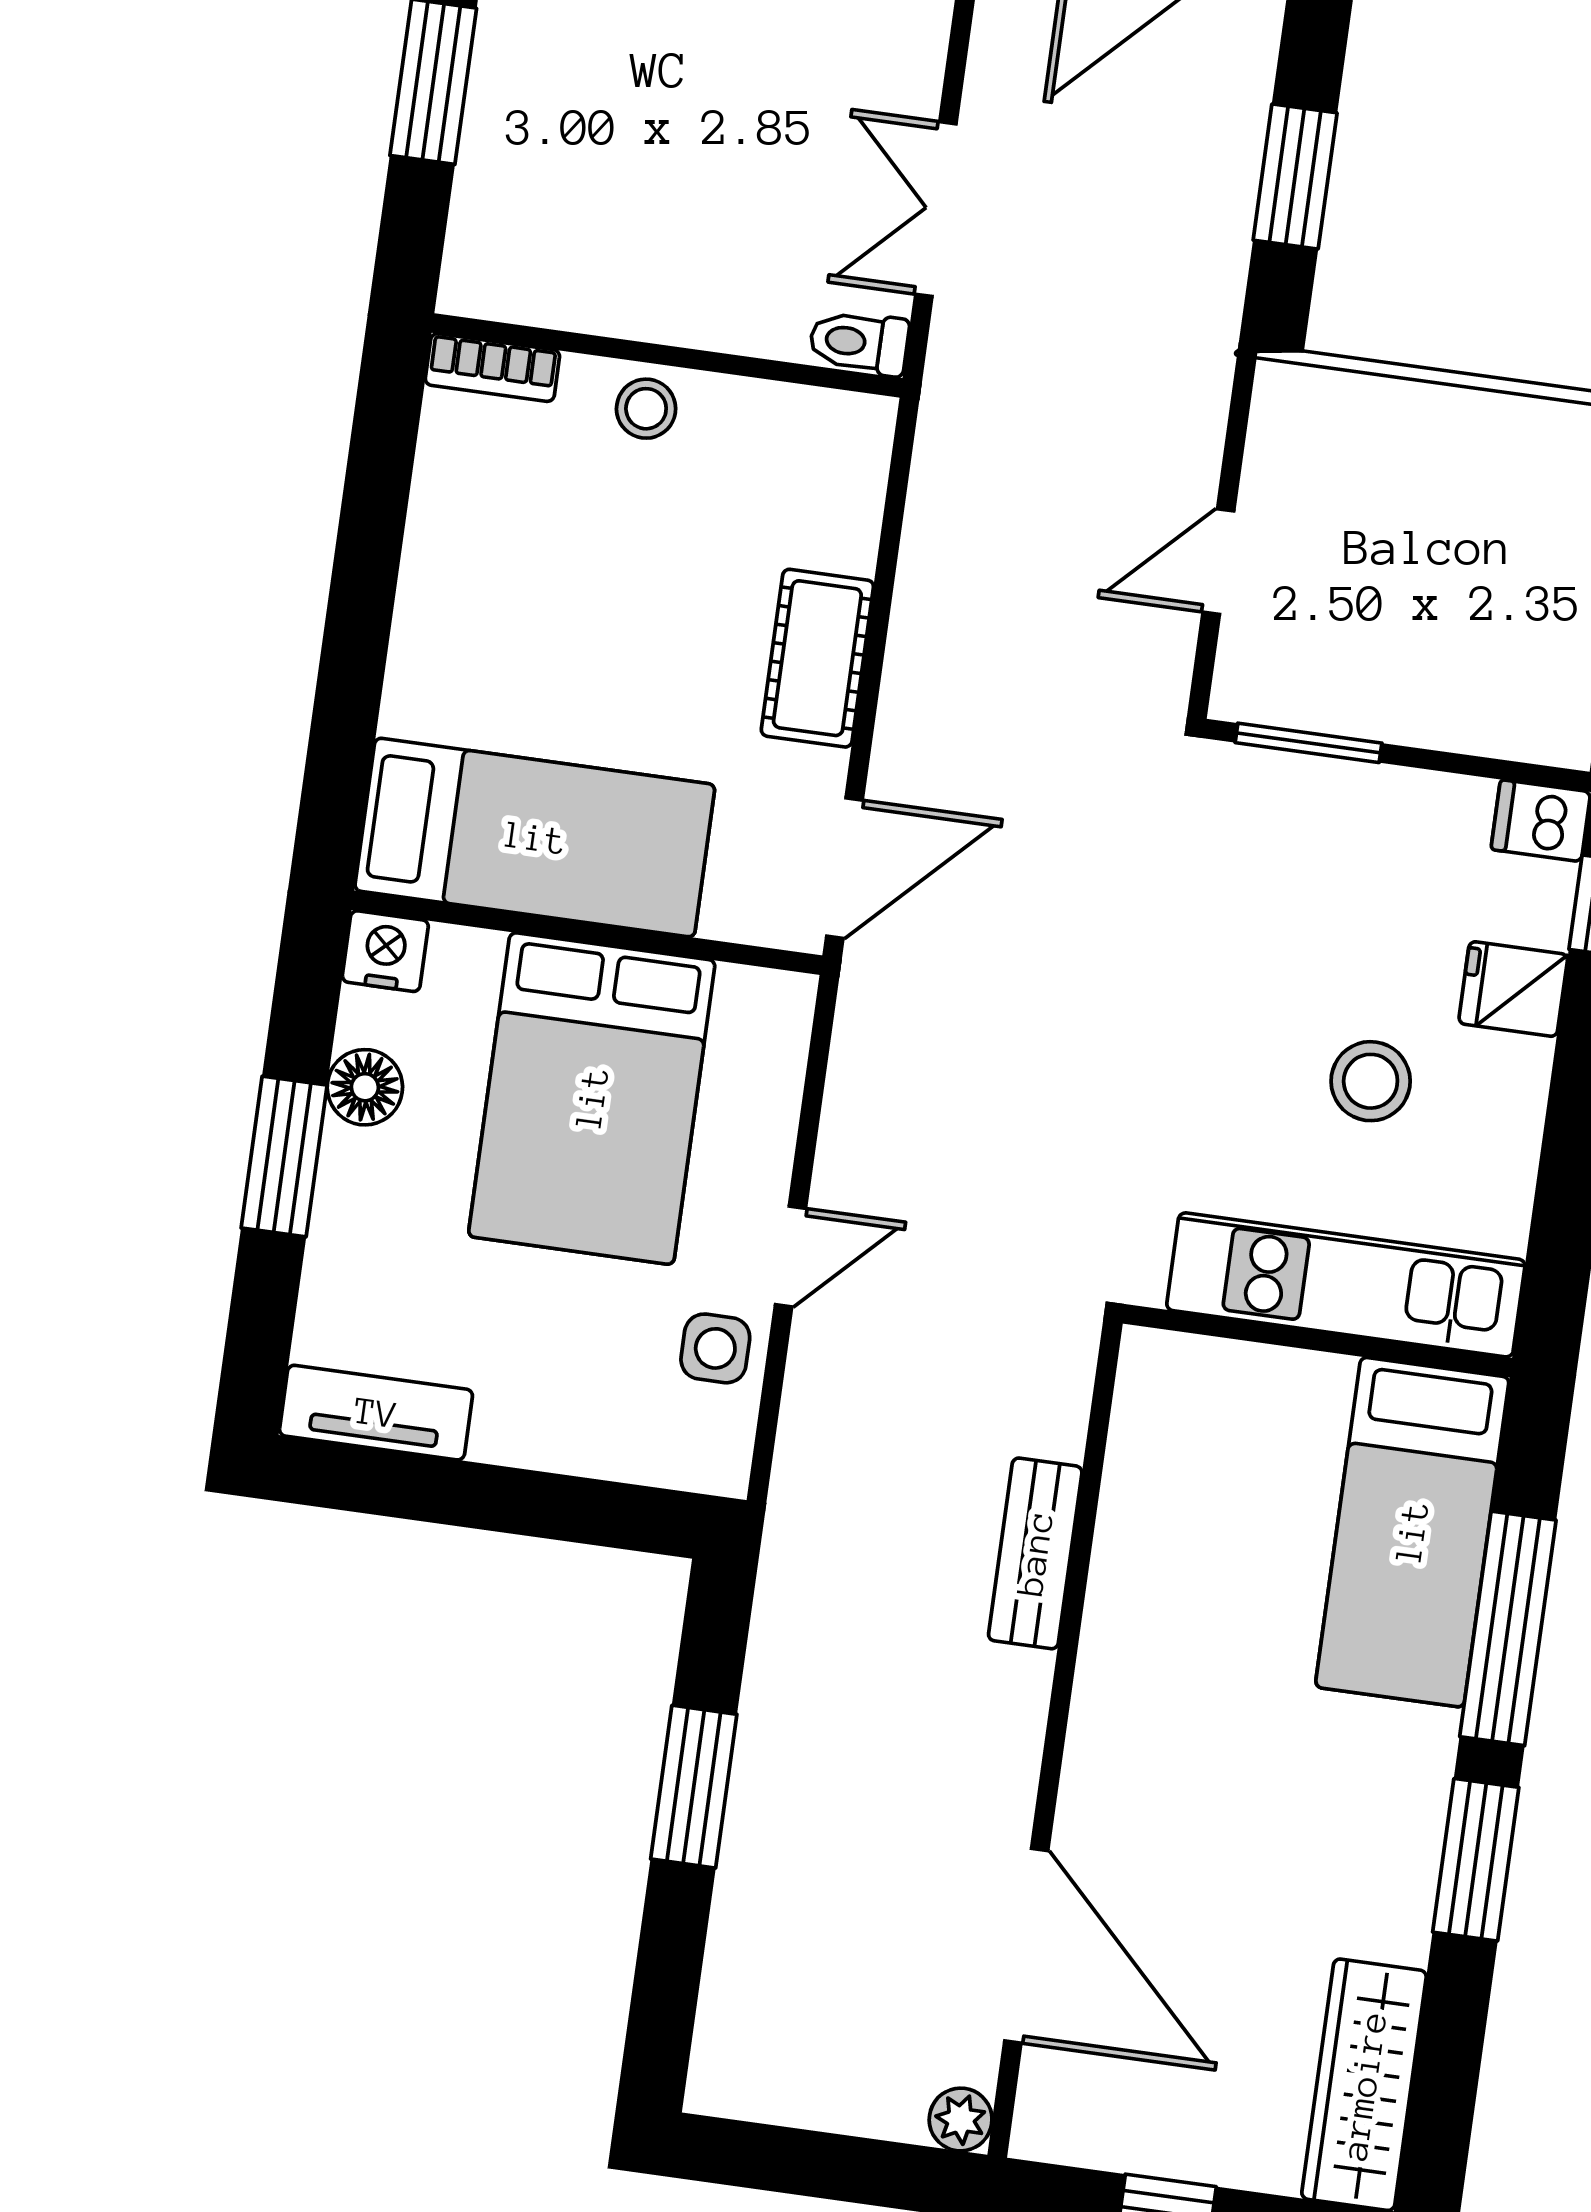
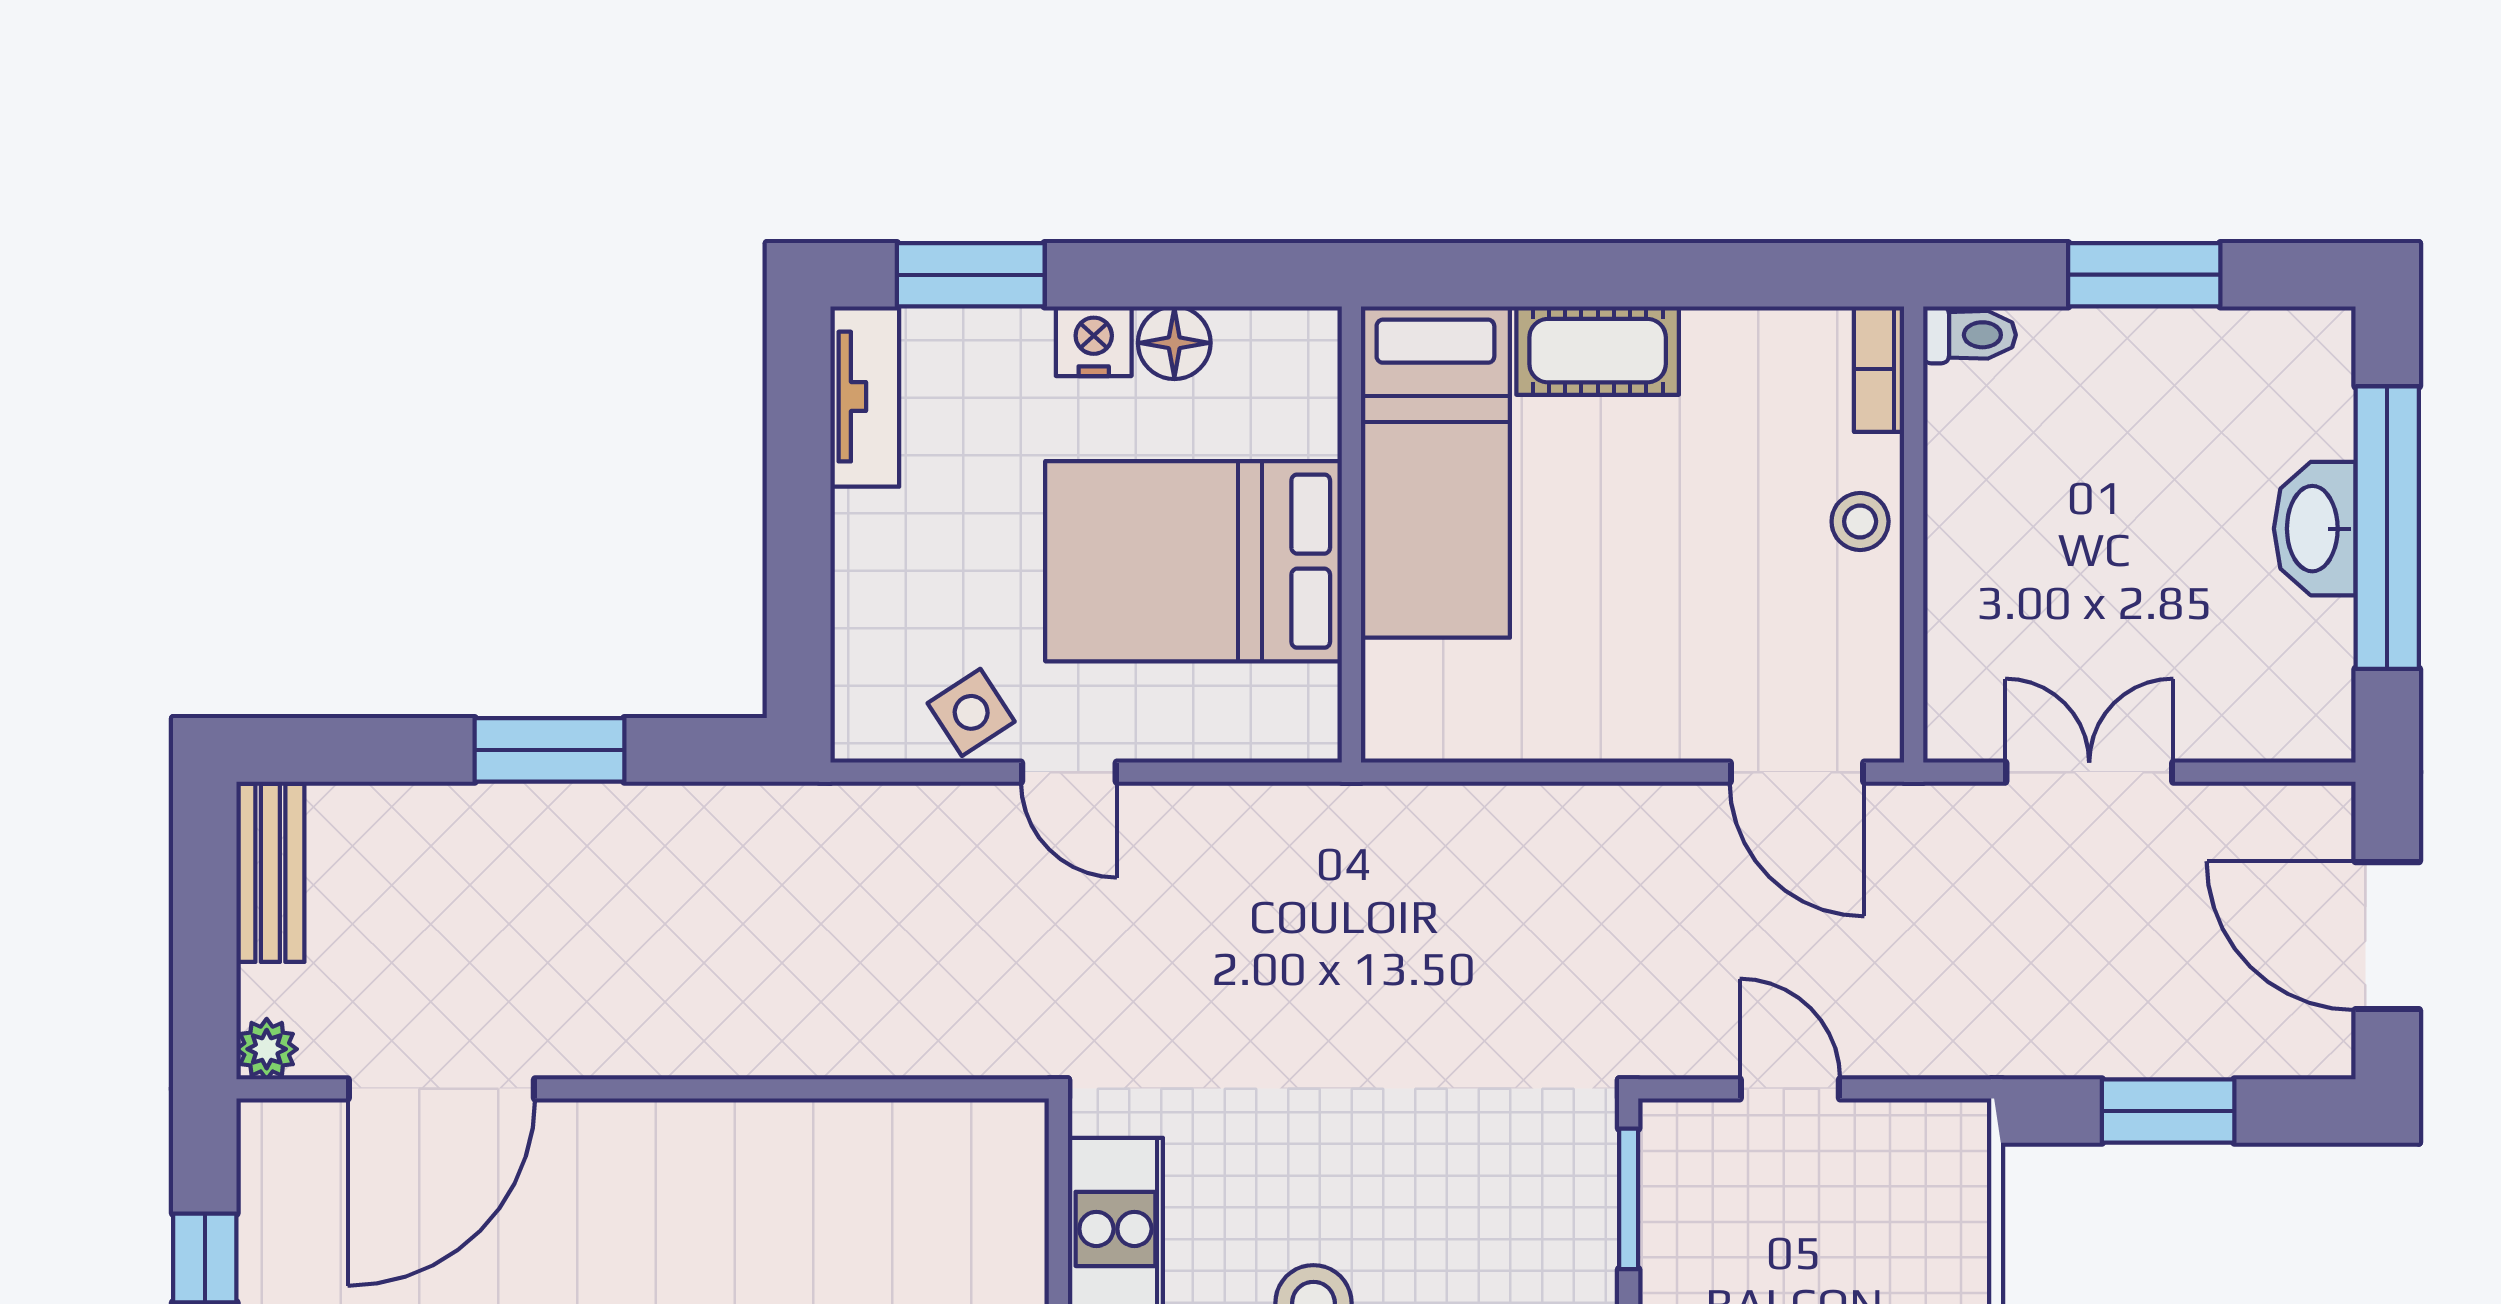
toilet: (859, 342) -> (1969, 335), moved, turned 90
cot: (817, 658) -> (1598, 351), moved
door: (844, 868) -> (1797, 772), moved
nightstand: (385, 951) -> (1094, 341), moved, turned -90
window: (284, 1157) -> (971, 275), moved
side table: (715, 1348) -> (971, 712), turned -33
bench: (1035, 1553) -> (270, 873), moved, turned 90

